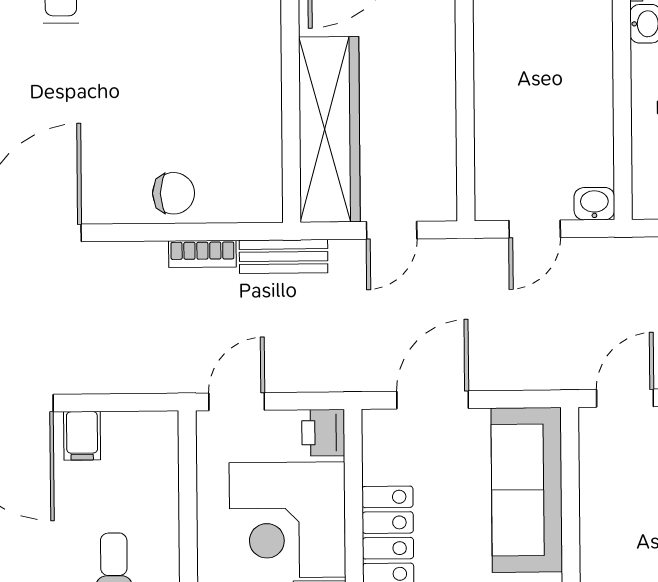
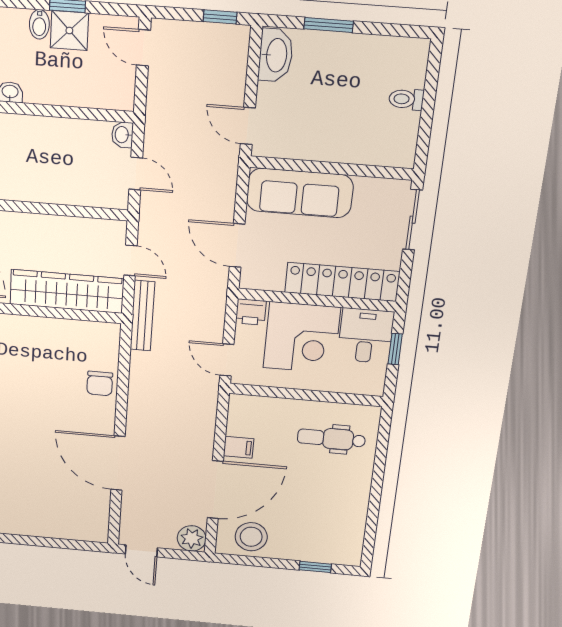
chair: (174, 193) -> (100, 383), turned 180
bookcase: (202, 254) -> (137, 371), removed
bench: (284, 257) -> (142, 316), width x1.36

